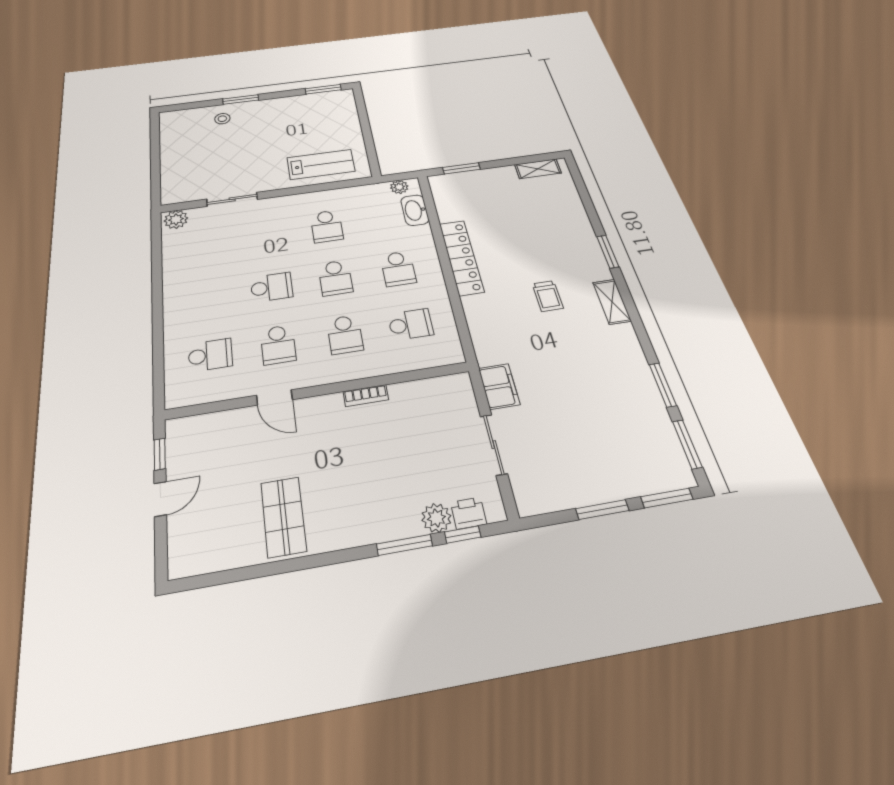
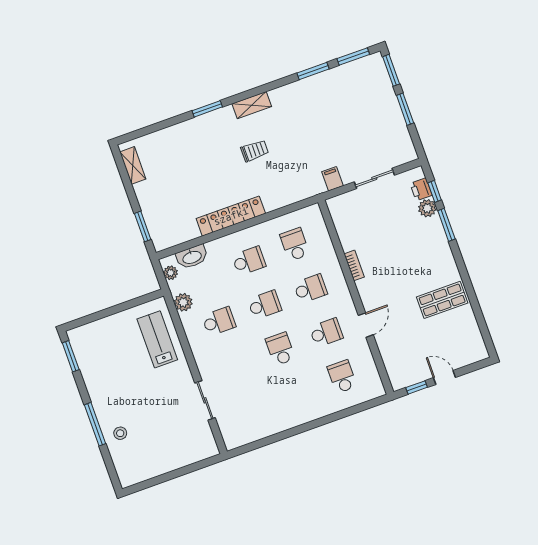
window: (241, 99) -> (95, 424), width x1.44
plant: (176, 219) -> (183, 302), moved
filing cabinet: (499, 386) -> (332, 179), width x0.50

